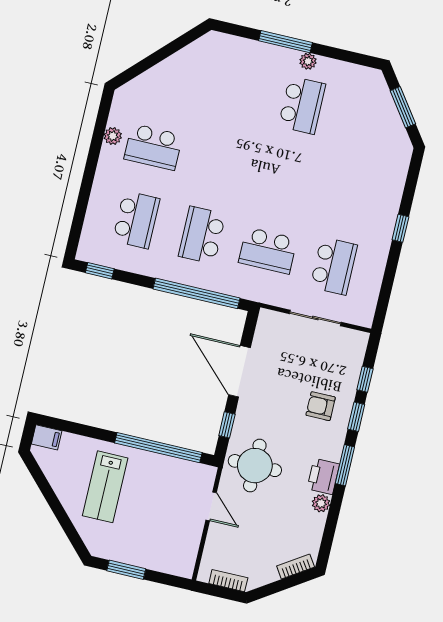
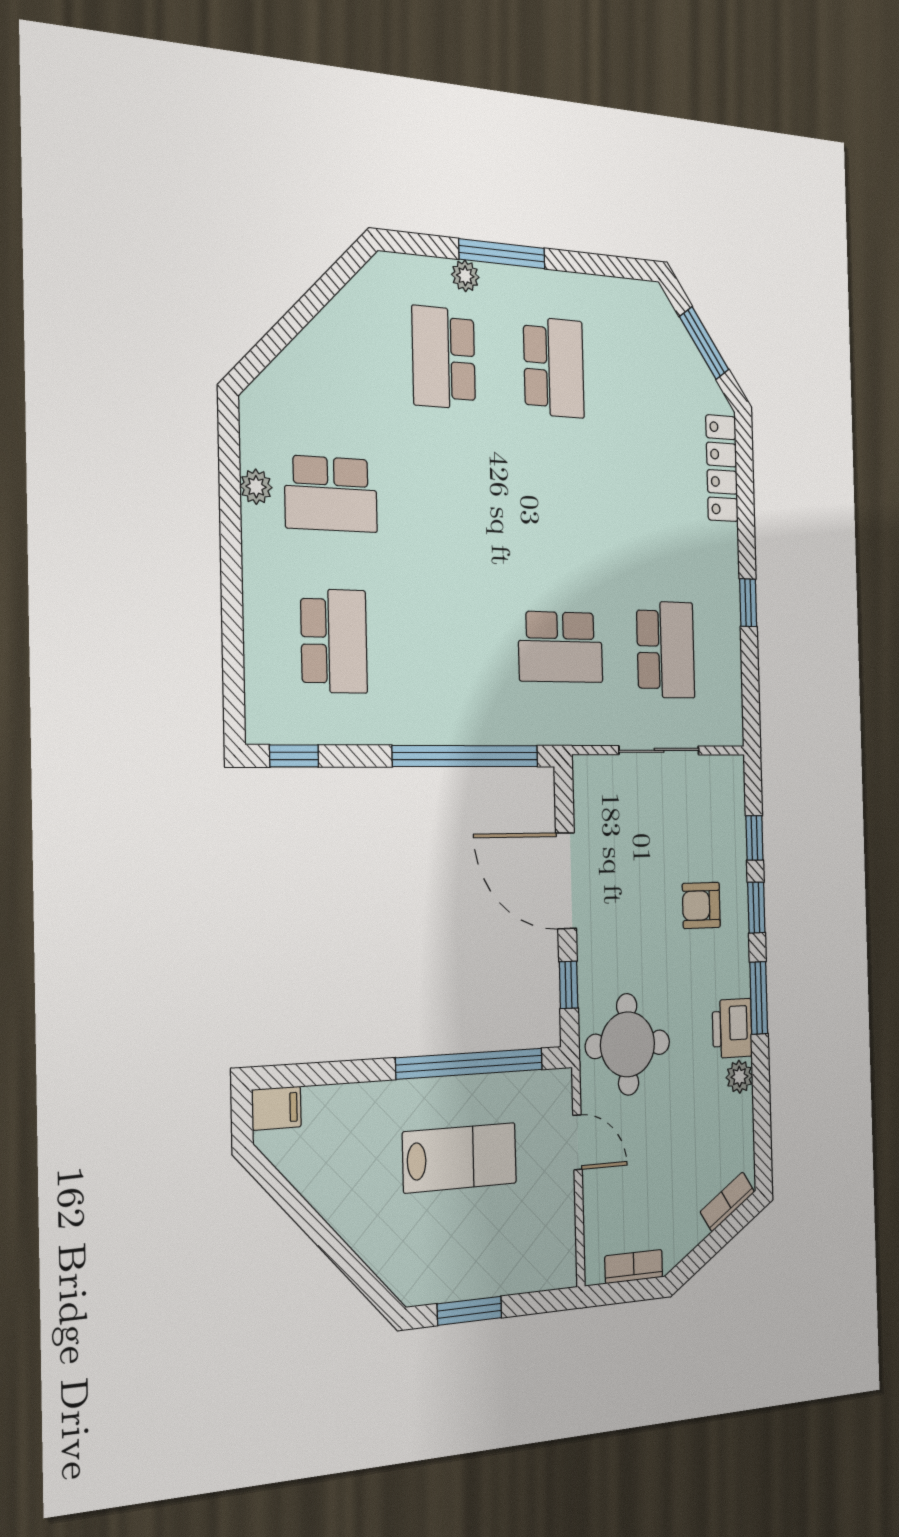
plant: (308, 61) -> (465, 276), moved
locker: (397, 177) -> (722, 468), added
window: (400, 228) -> (748, 603), moved
school desk: (202, 235) -> (444, 358), moved
lab bench: (105, 487) -> (460, 1158), moved, turned -90

